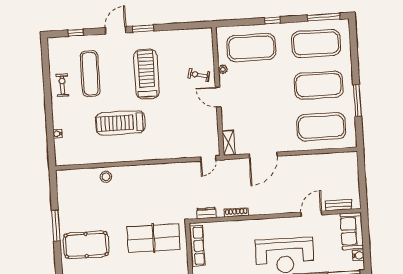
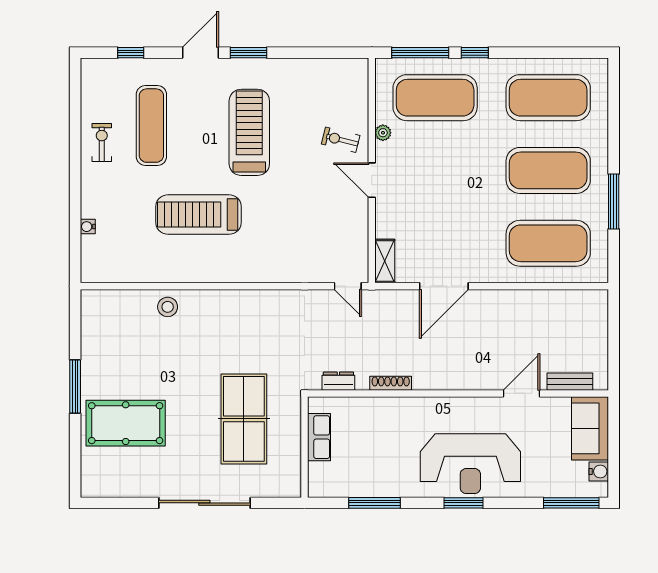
window: (324, 17) -> (420, 53), moved
door: (208, 158) -> (348, 286), hinge flipped
table tennis table: (154, 238) -> (244, 419), turned 90
row of seats: (197, 246) -> (319, 437), width x0.68

